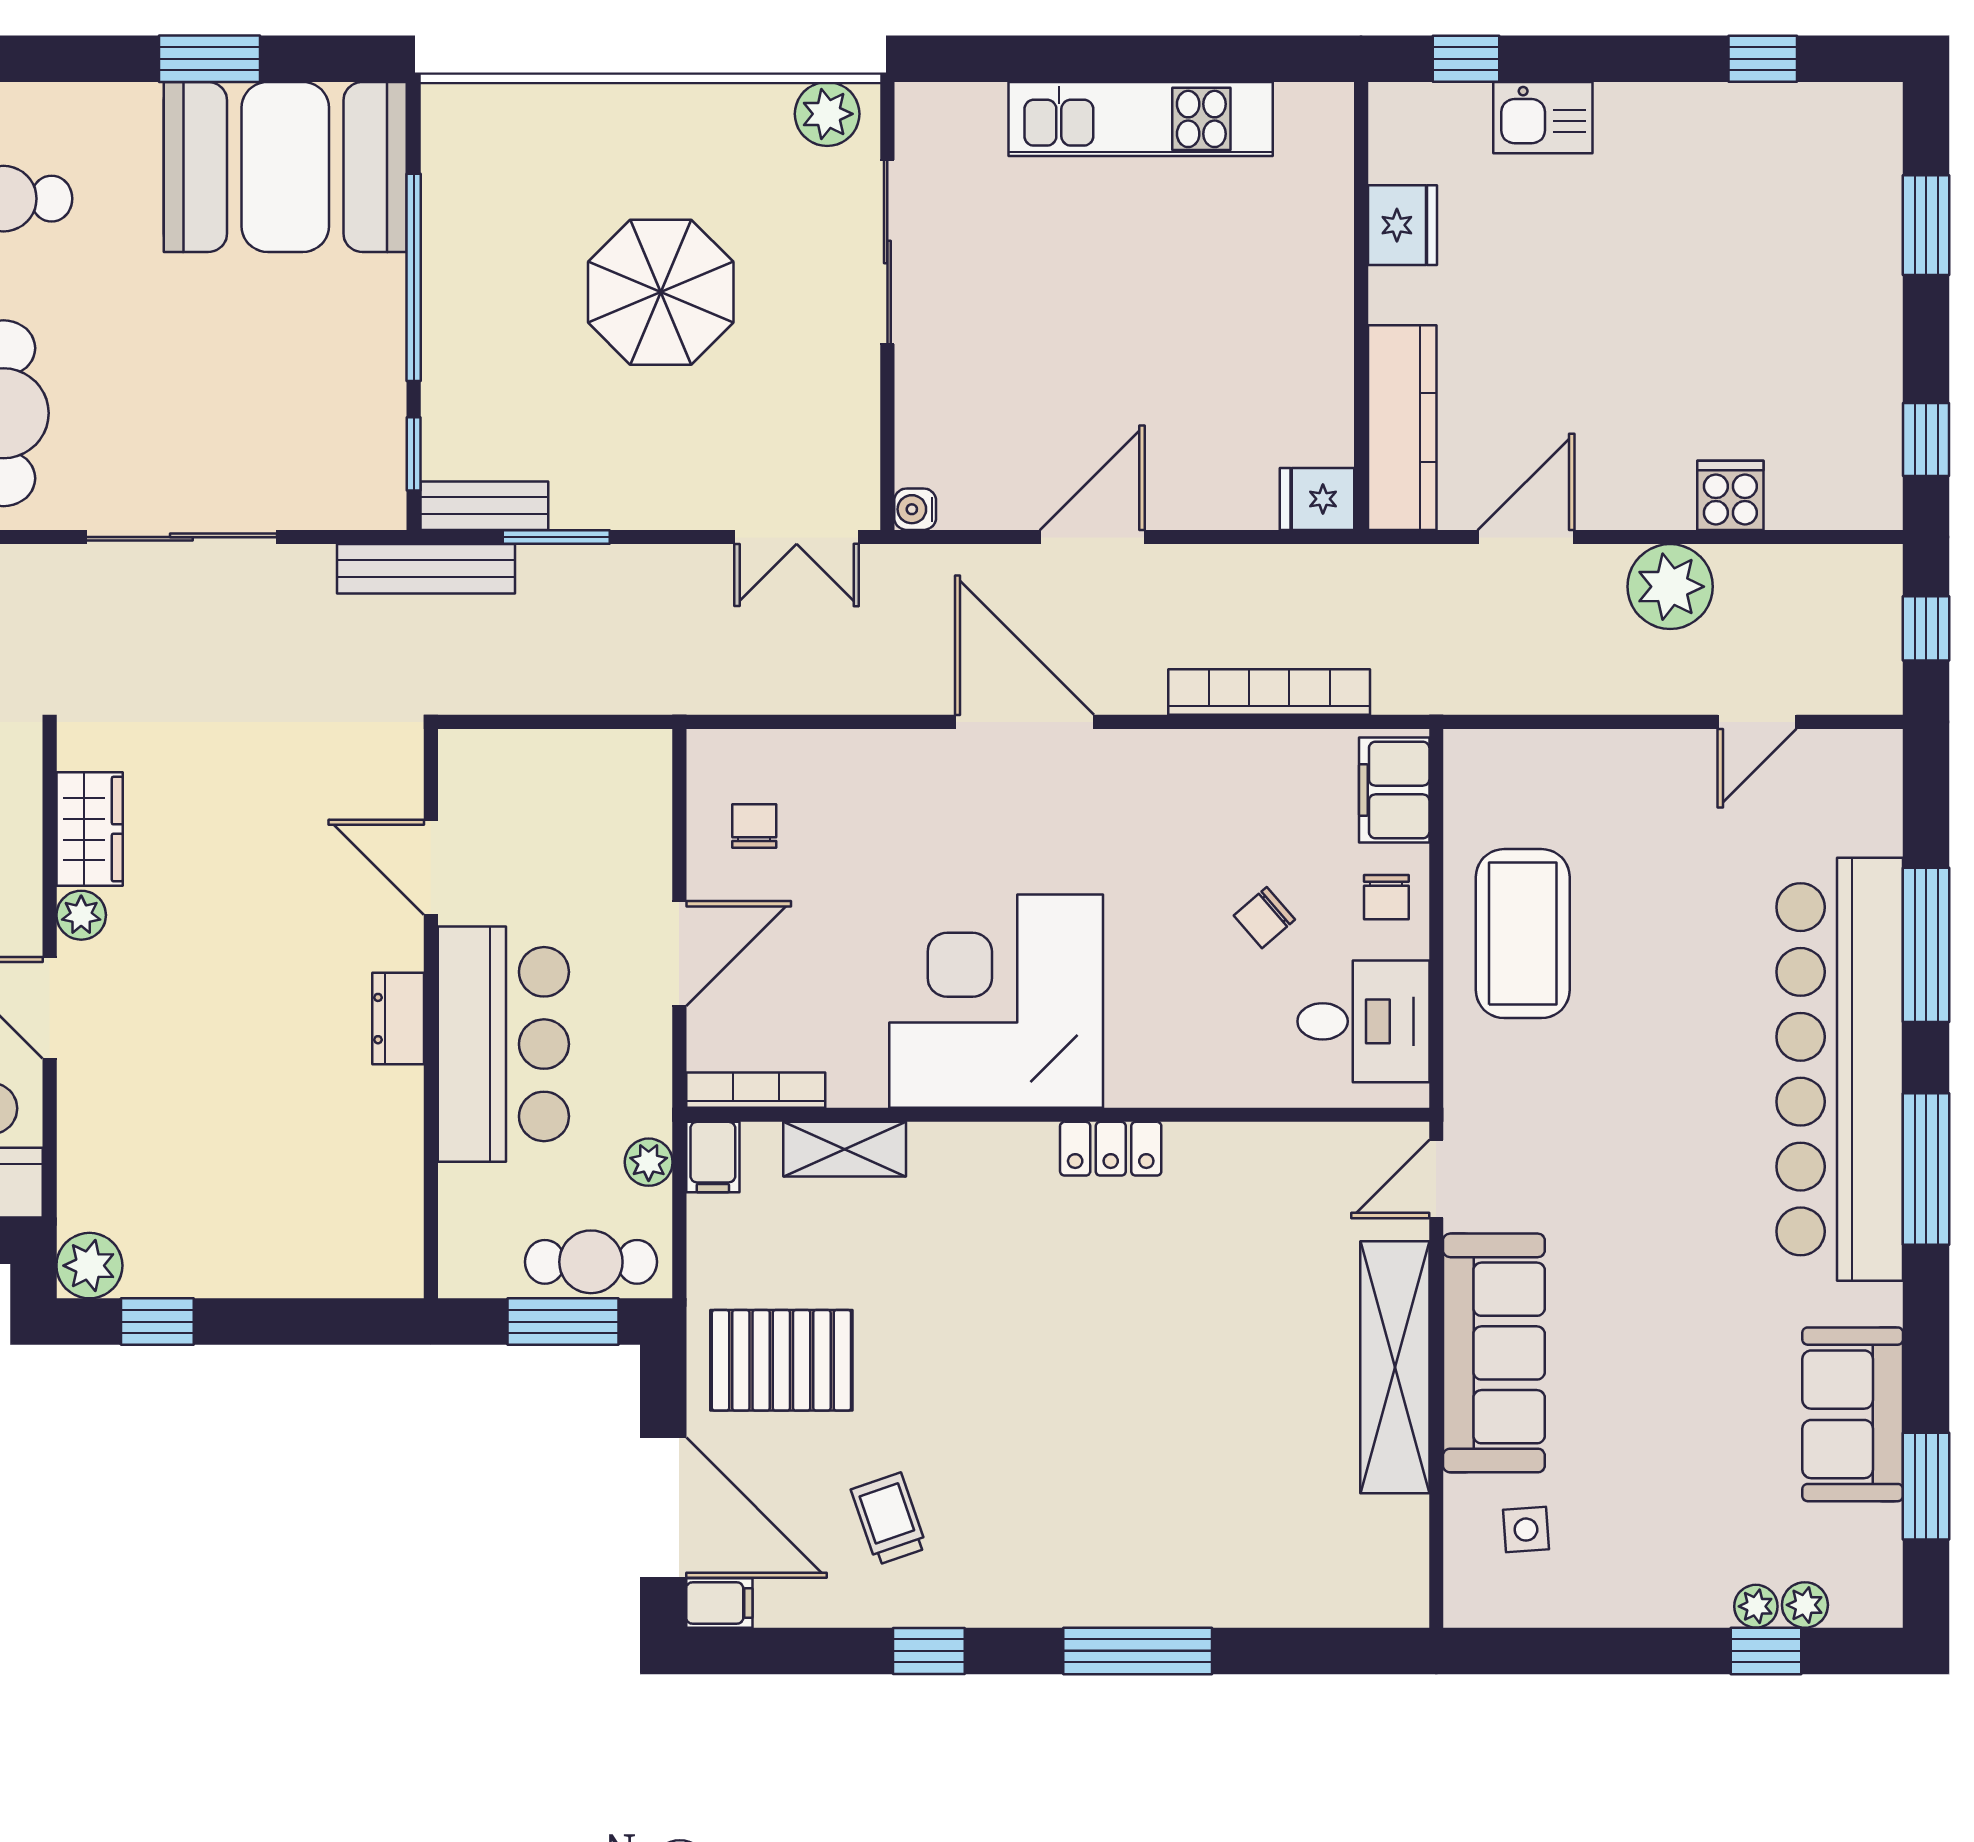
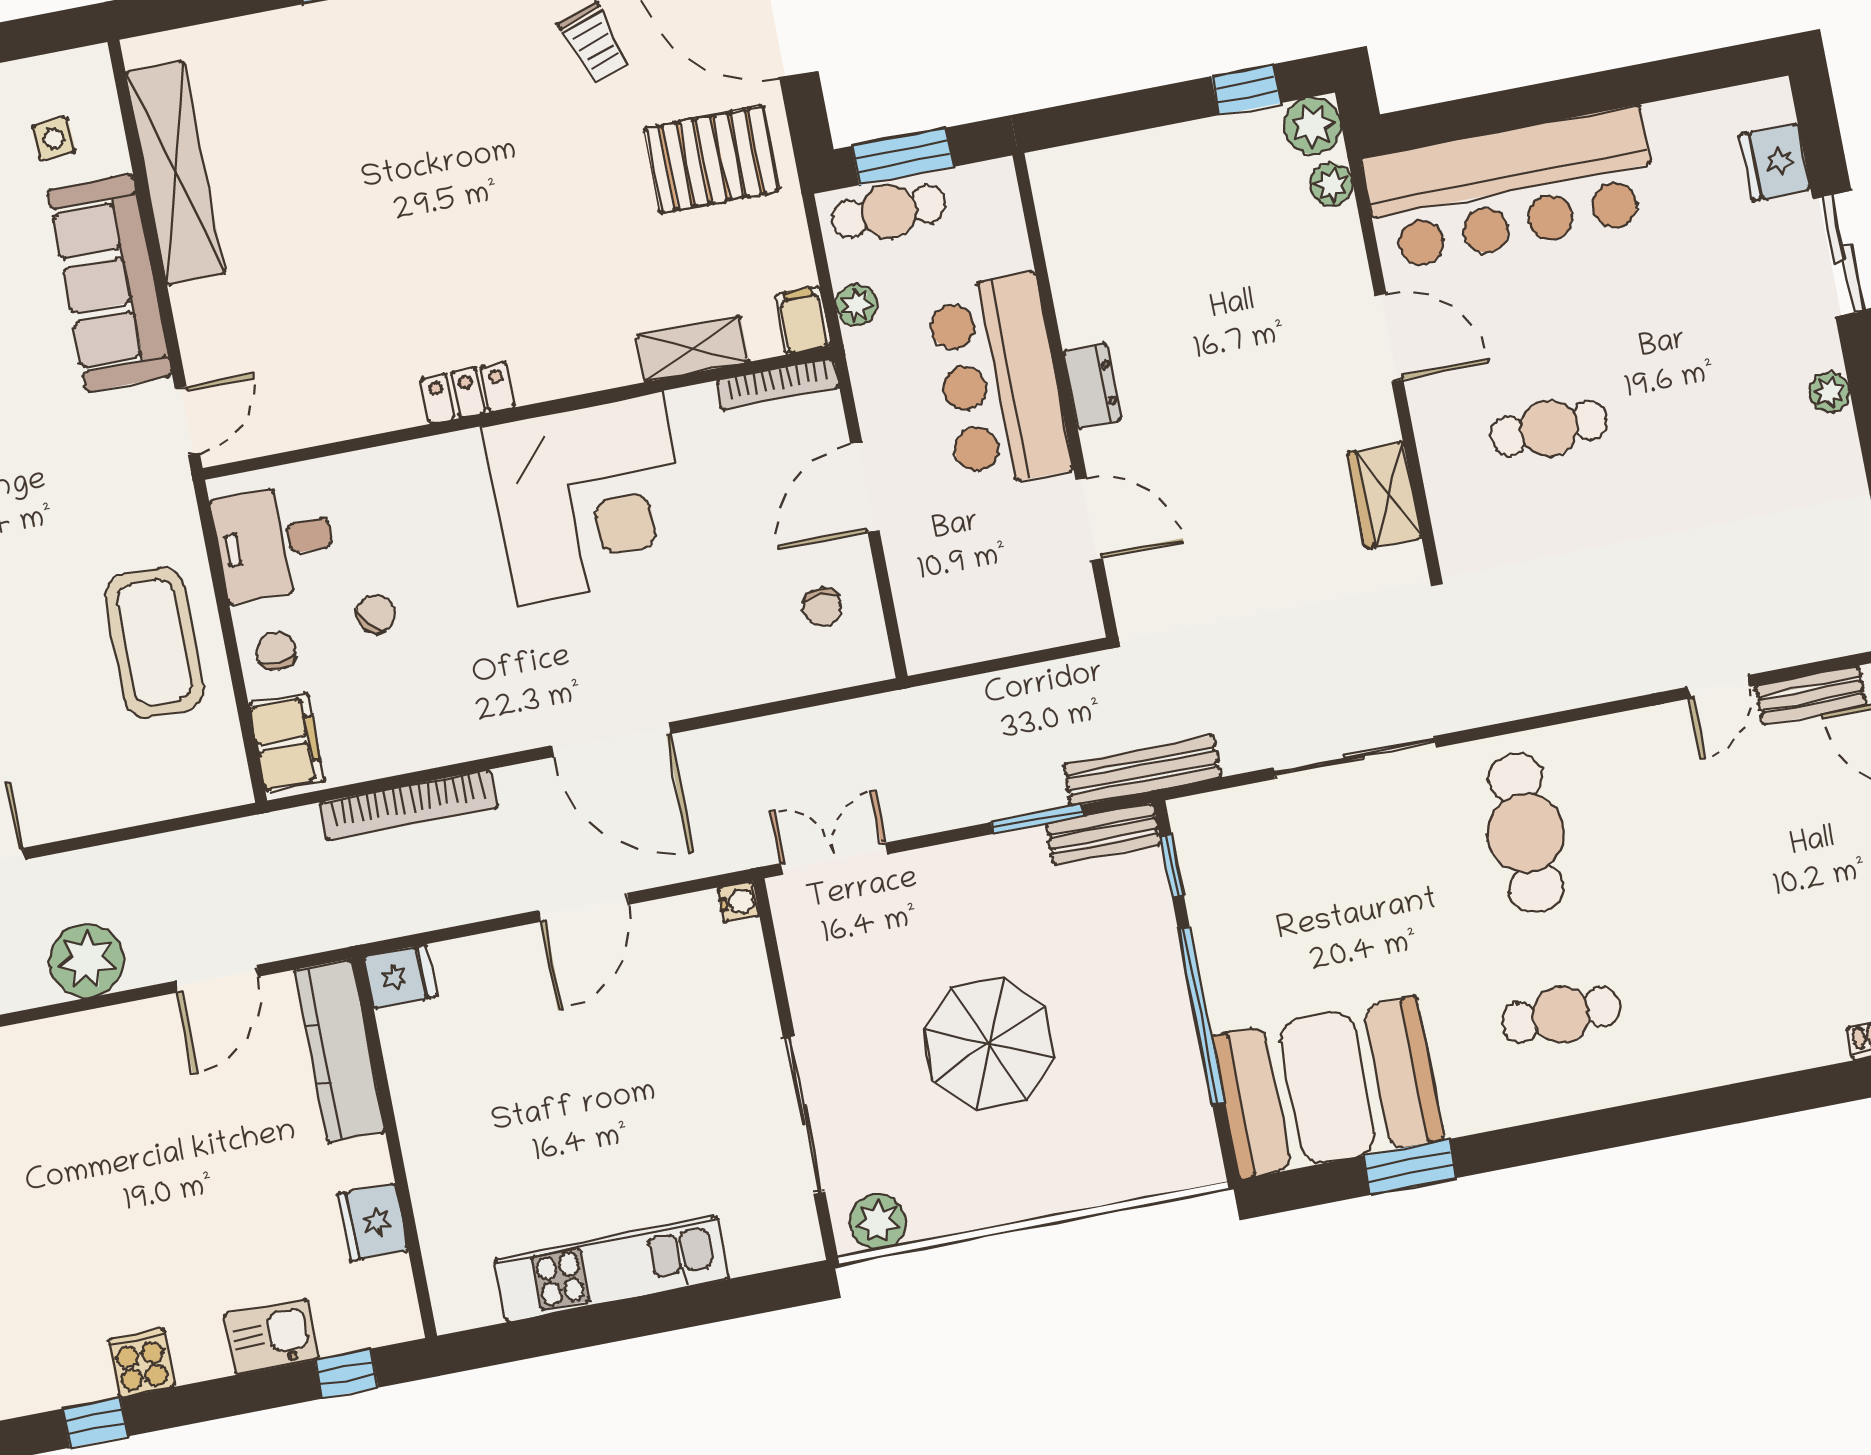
cooker: (1730, 495) -> (141, 1363), moved, turned 180
plant: (81, 915) -> (1331, 185), moved
shelving: (1395, 1367) -> (175, 173), moved

